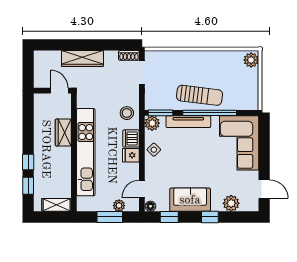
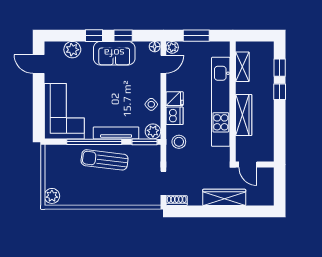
wardrobe: (63, 133) -> (244, 115), width x1.50
shelving: (57, 205) -> (242, 67), moved, turned 90
plant: (119, 206) -> (172, 47), moved
window: (169, 217) -> (123, 36), moved

